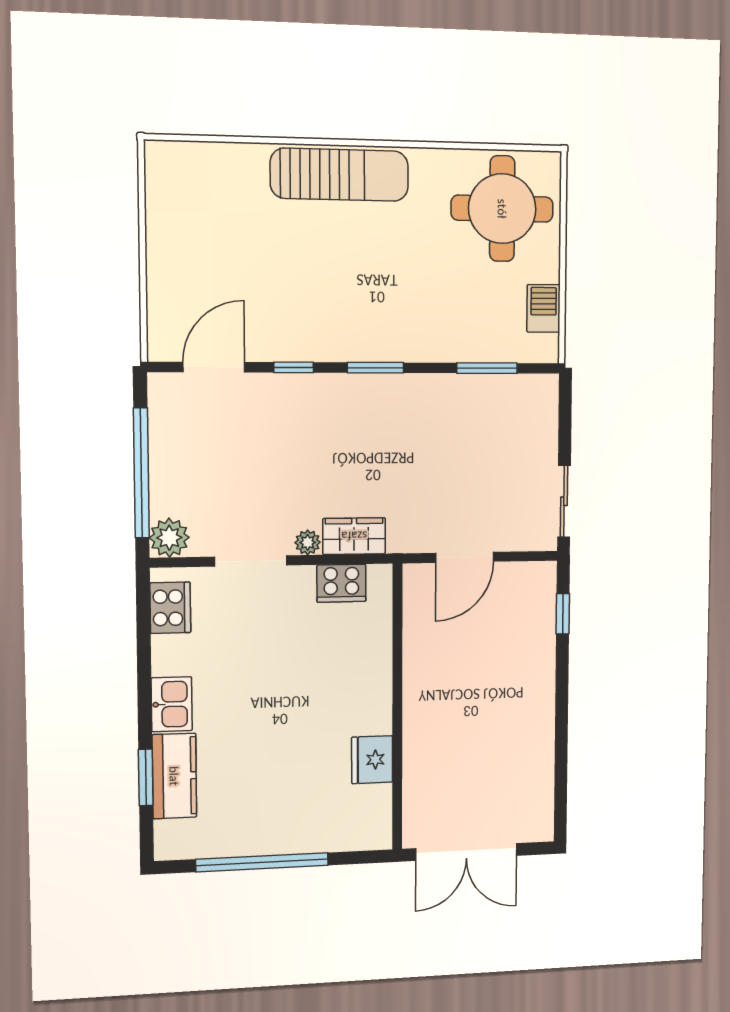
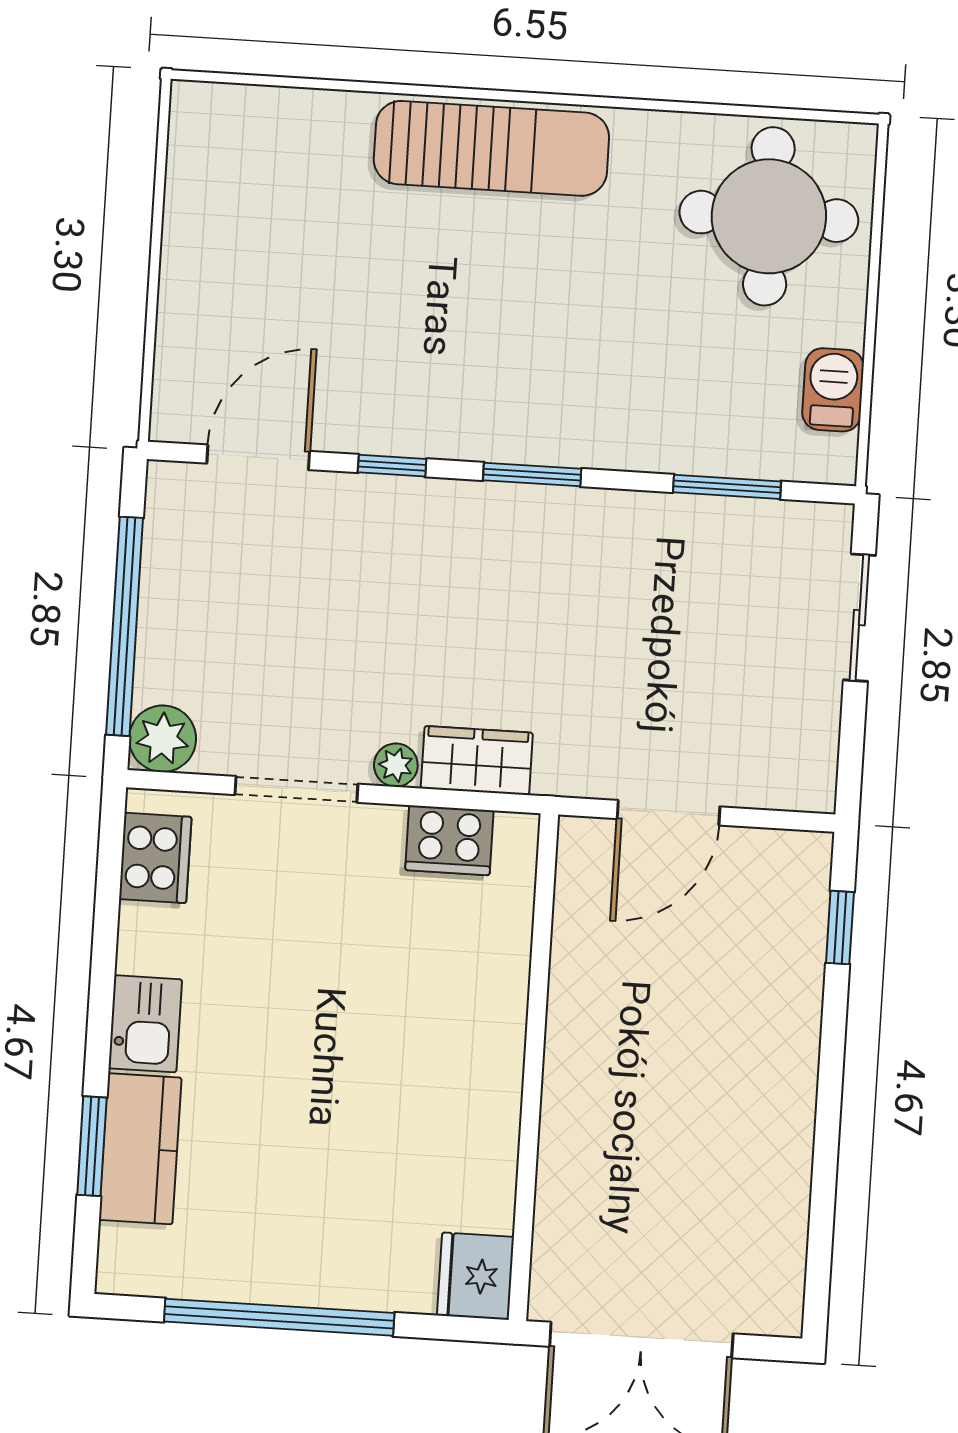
sliding door: (564, 501) -> (859, 618), moved
fridge: (372, 760) -> (476, 1276), moved

